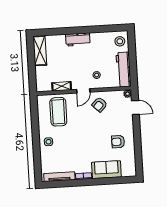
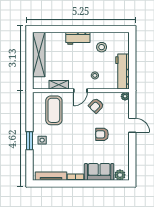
stool: (120, 41) -> (102, 47), moved
shelving: (40, 51) -> (39, 54), width x1.47
door: (135, 107) -> (132, 125), moved
armchair: (118, 142) -> (102, 134), moved
window: (36, 143) -> (30, 141), added
plant: (127, 171) -> (120, 175), added

